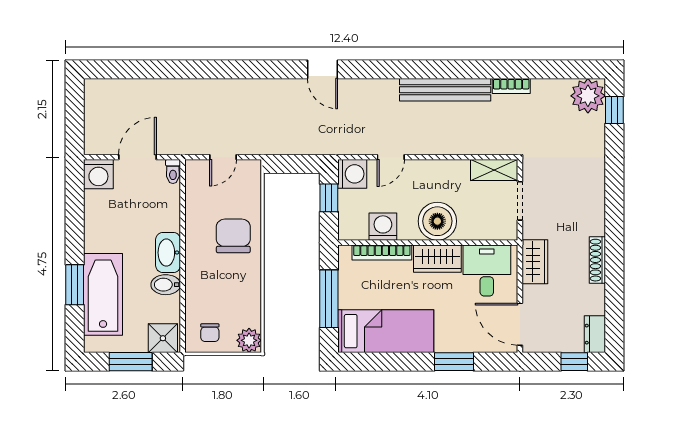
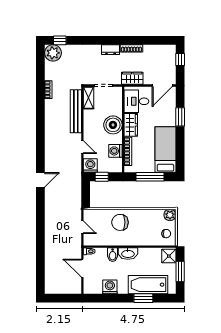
bench: (445, 90) -> (76, 111), moved
washing machine: (98, 174) -> (110, 287), moved, turned -90
bidet: (166, 285) -> (113, 255), moved
dresser: (595, 334) -> (111, 50), moved

